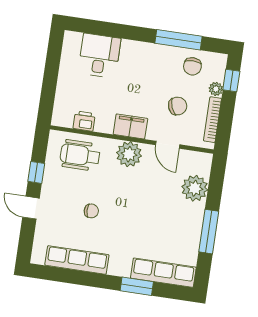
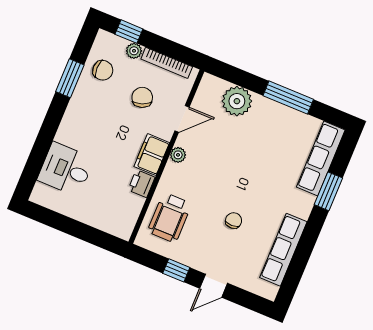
window: (179, 40) -> (70, 78), width x0.69
printer: (84, 121) -> (141, 184), moved
plant: (129, 154) -> (178, 155), width x0.53, depth x0.53

